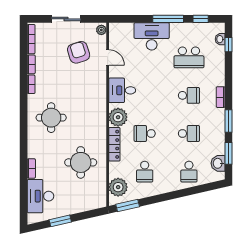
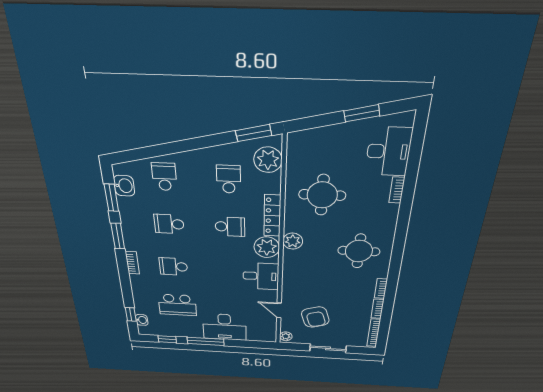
school desk: (189, 57) -> (177, 305), turned 180
plant: (99, 124) -> (293, 241), added

